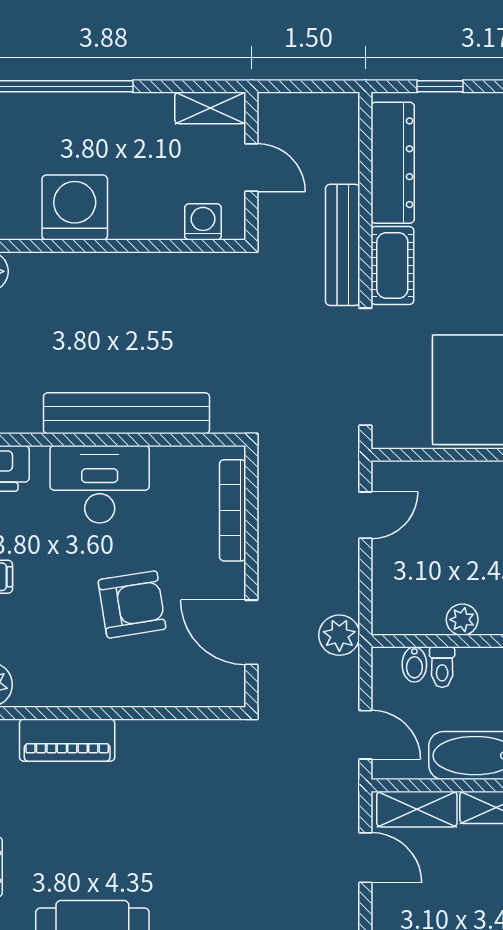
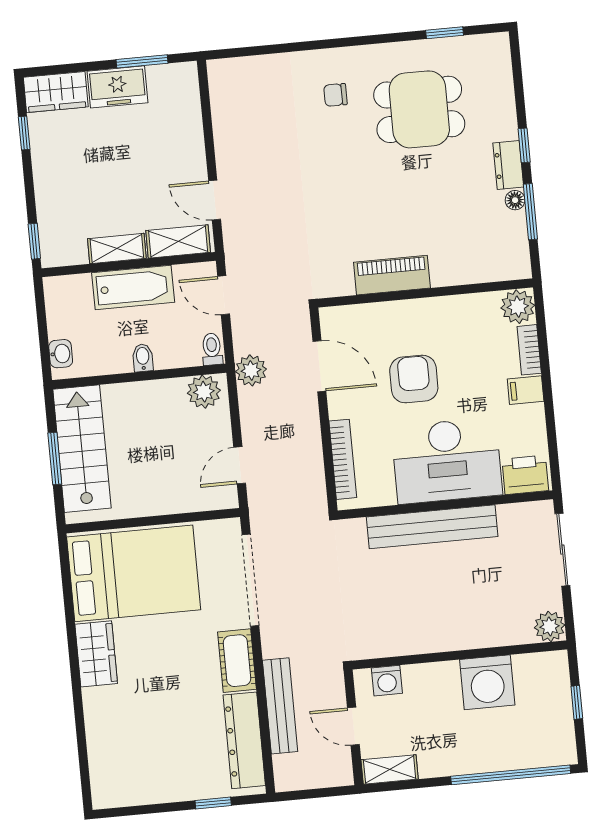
bench: (343, 245) -> (280, 706), moved
desk: (100, 484) -> (447, 461), width x1.36, depth x1.30
armchair: (132, 604) -> (414, 379), turned 99
plant: (462, 620) -> (204, 392), moved, width x1.38, depth x1.38
bidet: (414, 664) -> (143, 358), moved
toilet: (442, 667) -> (212, 349), moved
piano: (67, 740) -> (392, 275), moved

